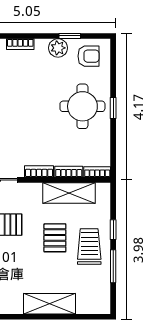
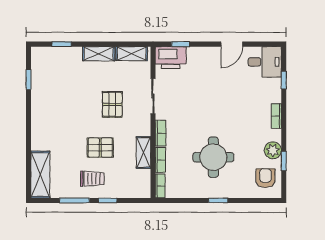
armchair: (89, 56) -> (265, 178), turned 180
round table: (82, 106) -> (213, 157), moved
shelving: (69, 193) -> (143, 152), width x0.67, depth x0.75
trolley: (89, 246) -> (92, 179), width x0.73, depth x0.72
shelving: (50, 304) -> (40, 175), moved

